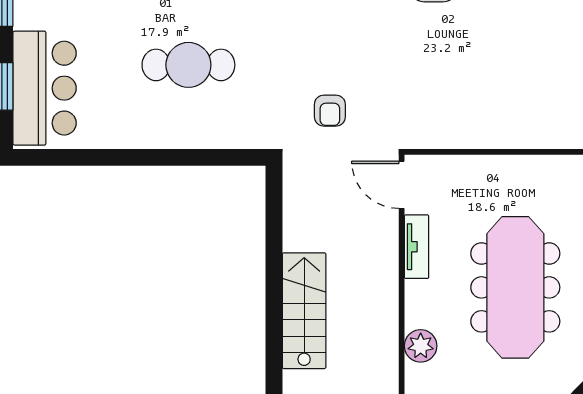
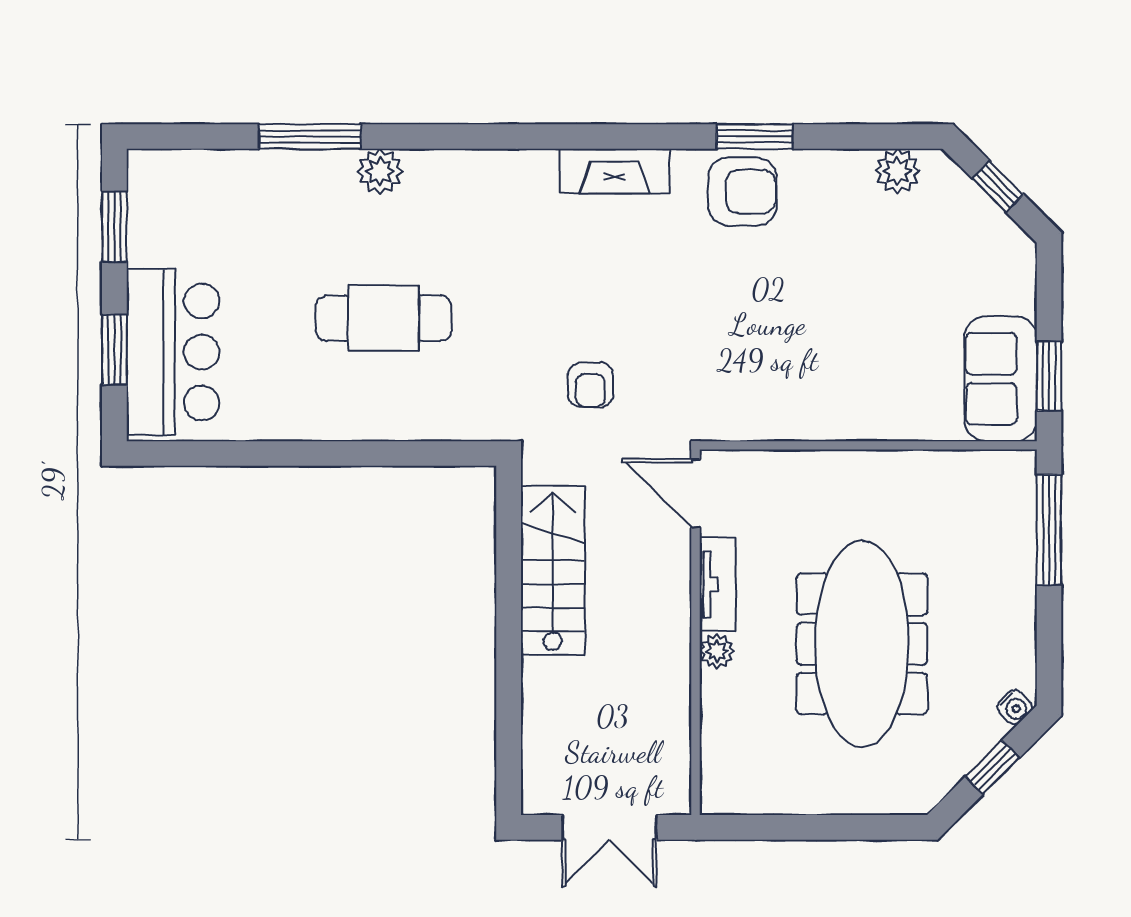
stairs: (304, 311) -> (553, 570), moved
plant: (421, 346) -> (717, 651), moved, width x0.73, depth x0.73

